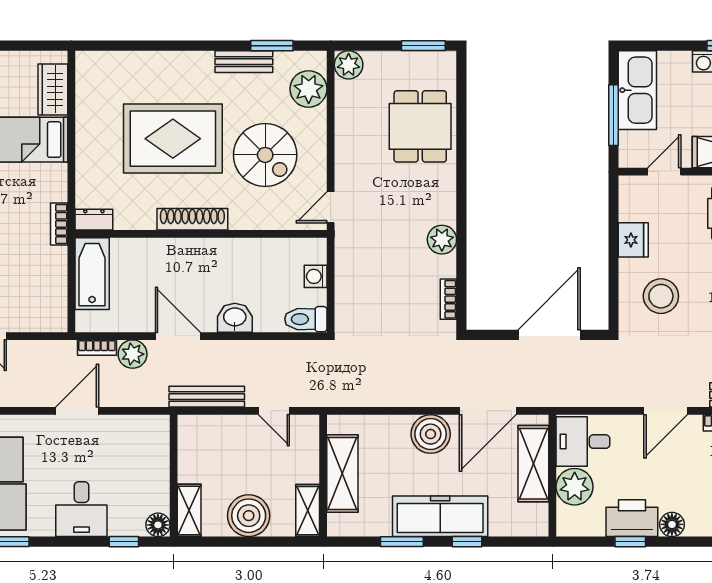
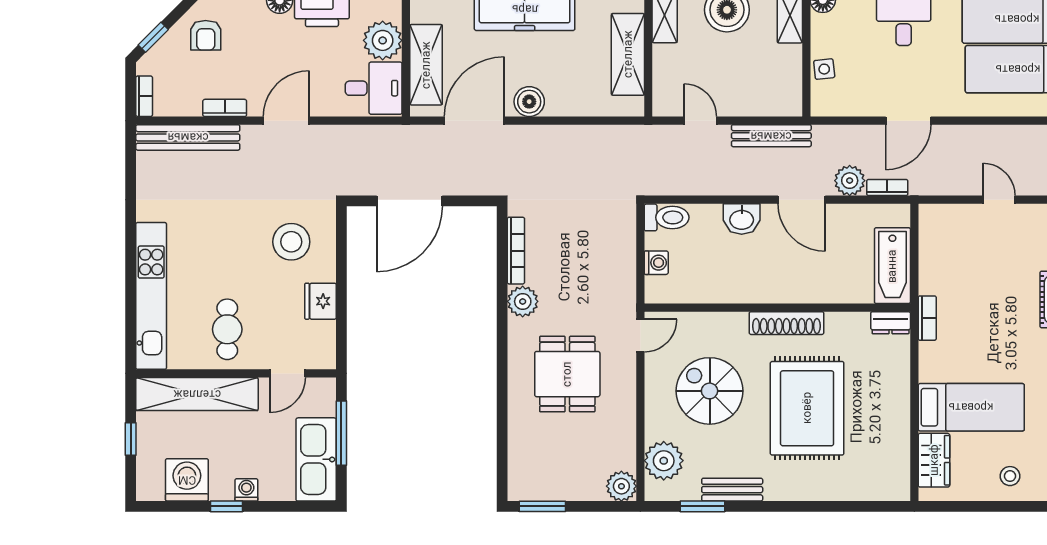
dining table: (420, 126) -> (567, 374), moved
rug: (173, 139) -> (807, 408), turned 90
bookcase: (448, 299) -> (516, 251), width x1.56
boiler: (431, 434) -> (529, 102), width x0.73, depth x0.73
side table: (157, 460) -> (824, 69), added

